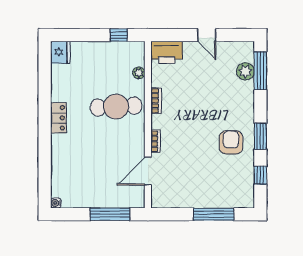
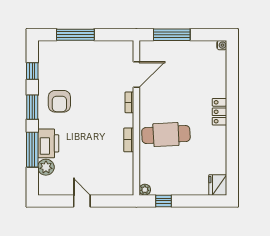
printer: (167, 52) -> (48, 143), moved, turned 90
window: (260, 71) -> (32, 150), moved
plant: (139, 73) -> (145, 190), moved
locker: (58, 118) -> (219, 112), moved

